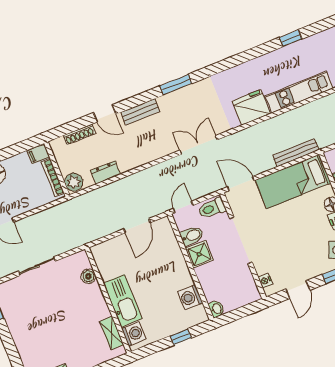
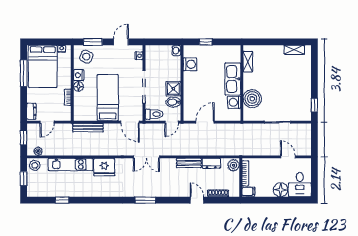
bench: (140, 112) -> (189, 163), moved
bed: (293, 182) -> (108, 98), moved, turned -90
boiler: (88, 276) -> (252, 99), width x1.86, depth x1.86
washing machine: (134, 334) -> (234, 102), moved

